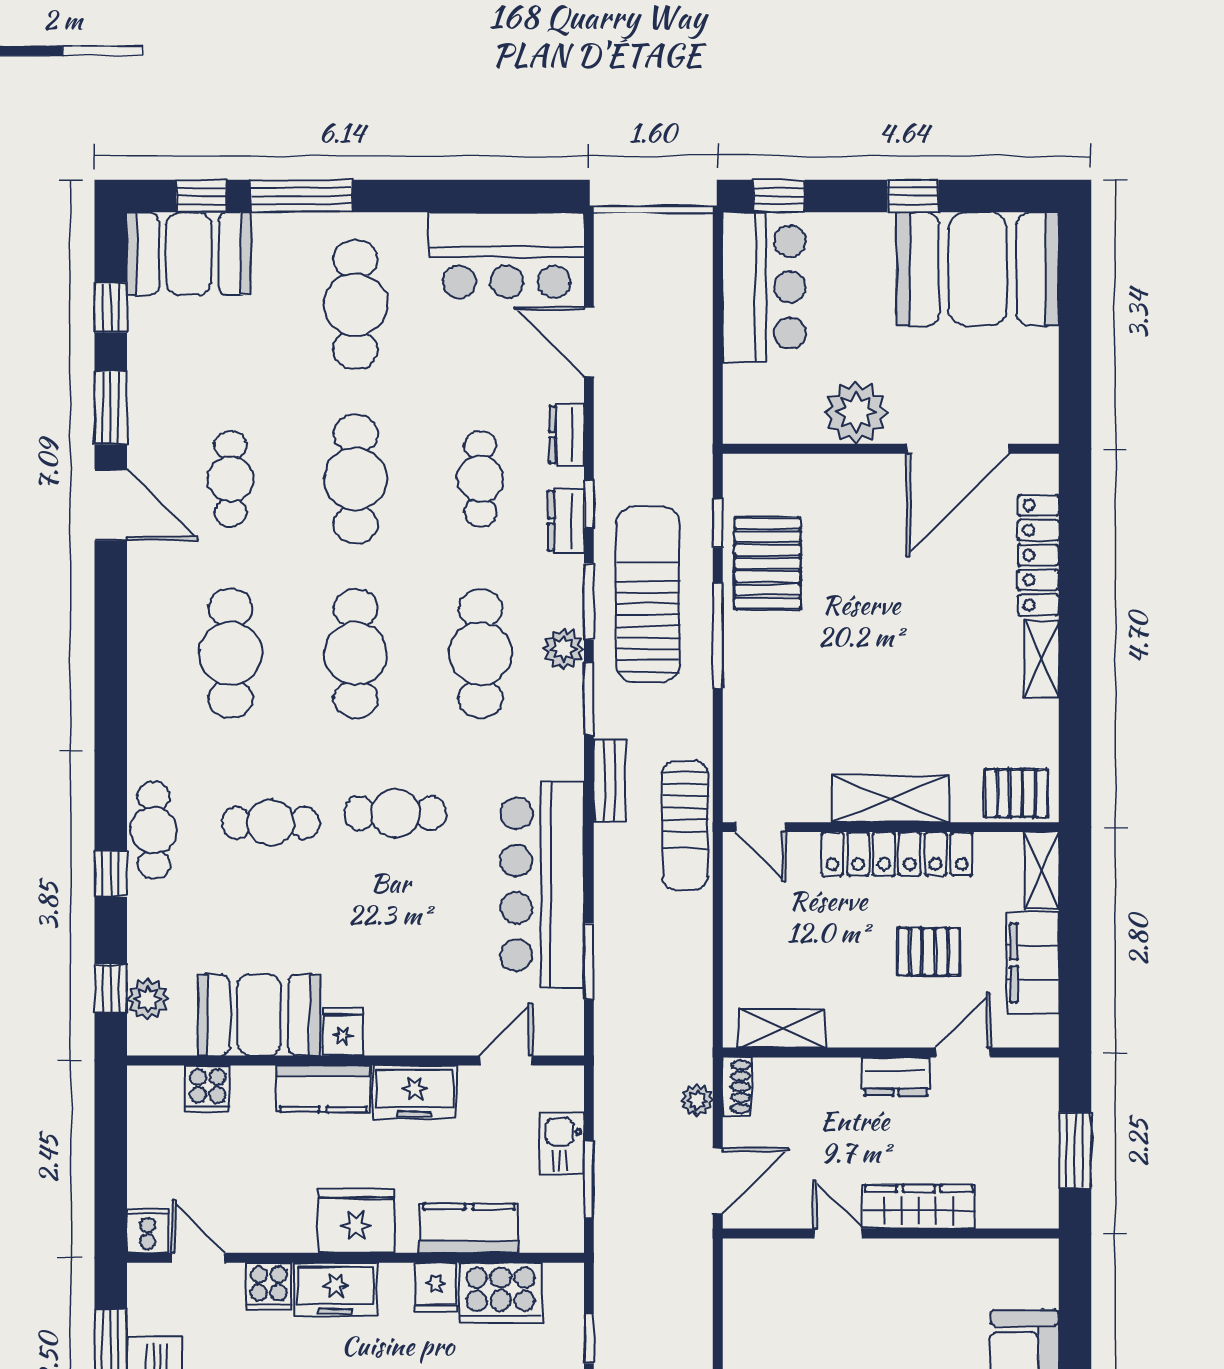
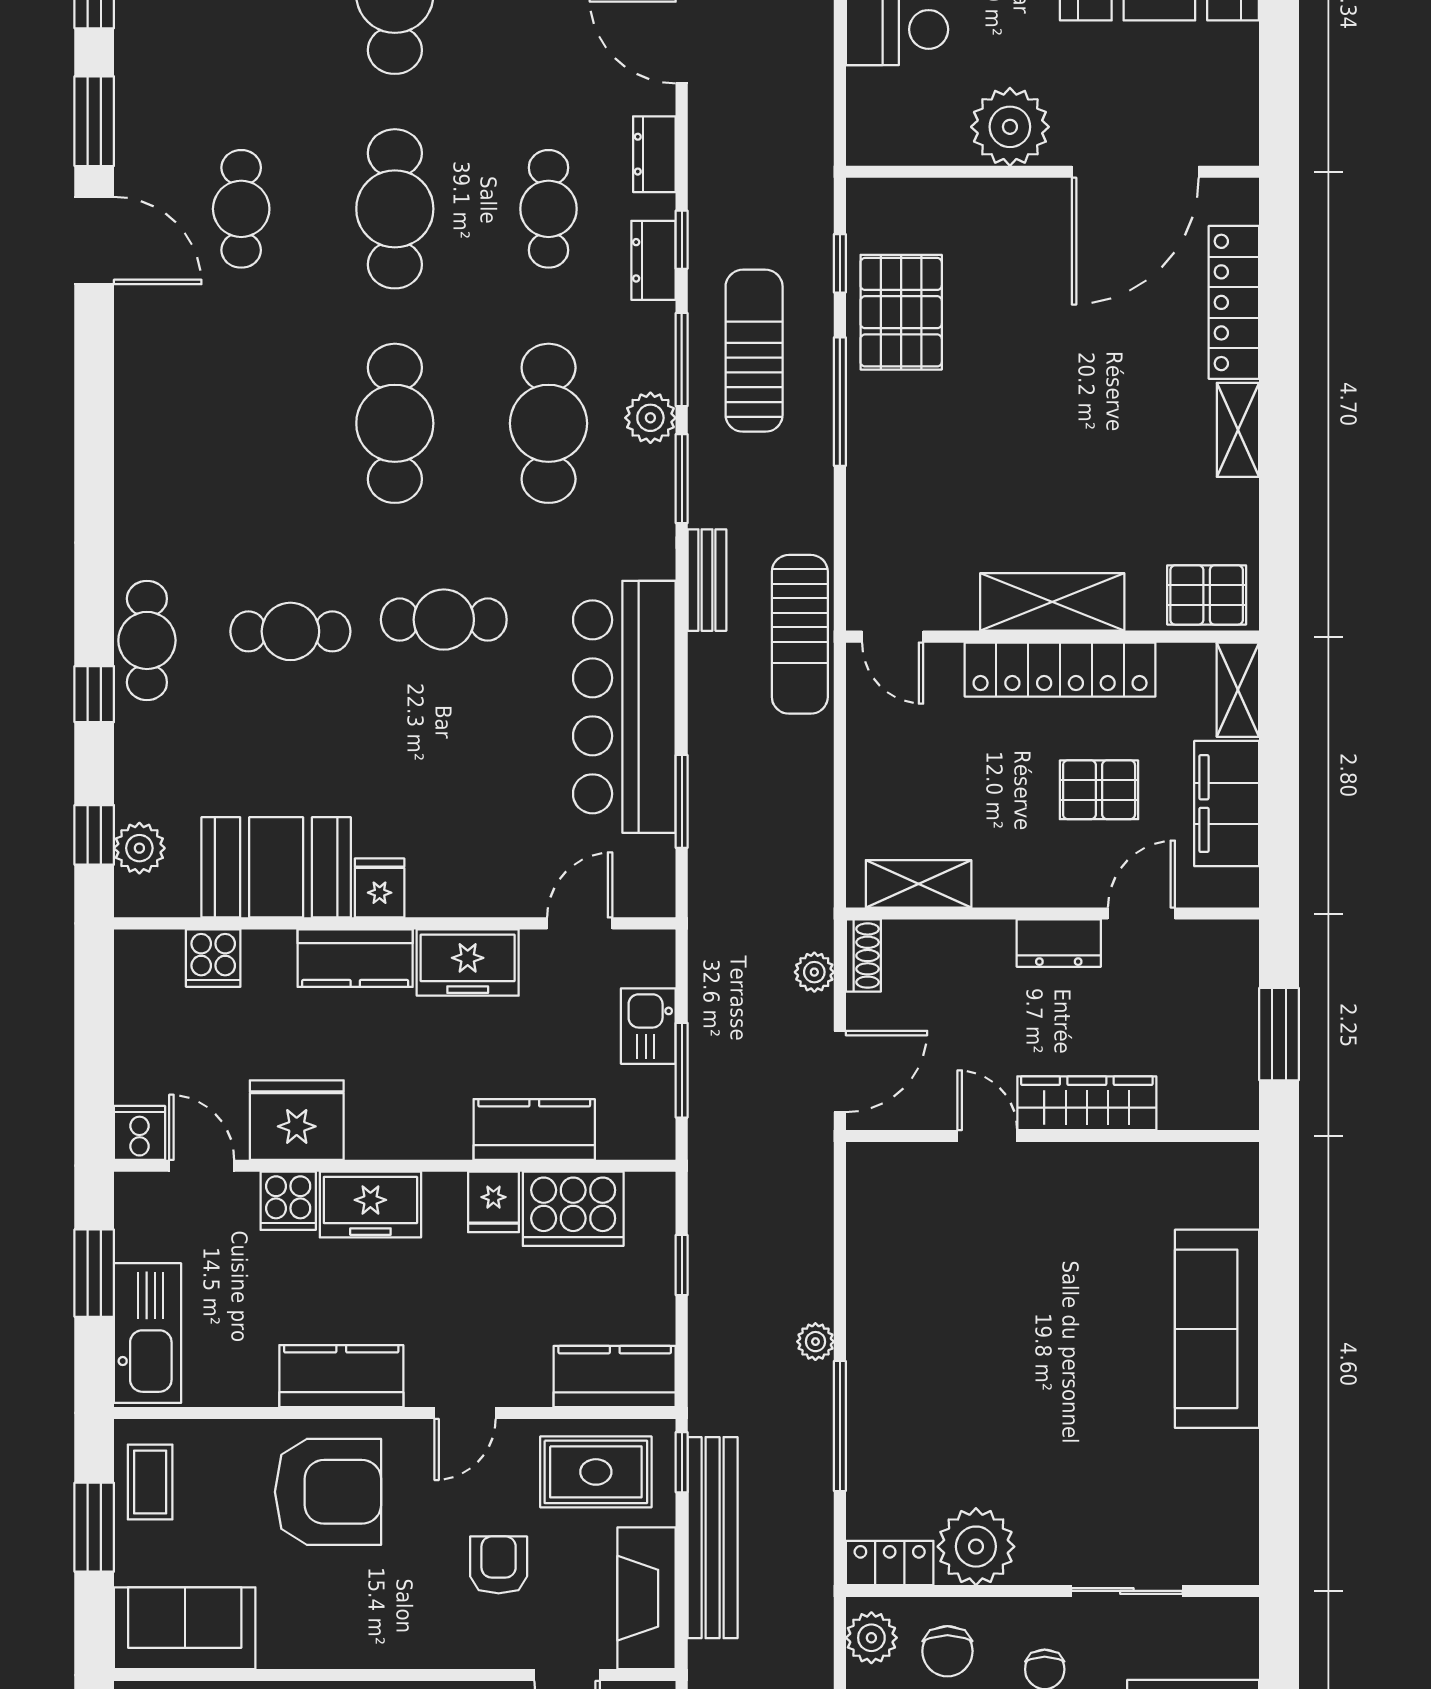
sun lounger: (648, 594) -> (754, 351), width x0.73, depth x0.75
cafe table: (230, 654) -> (241, 423), removed
fridge: (356, 1221) -> (297, 1120), moved

